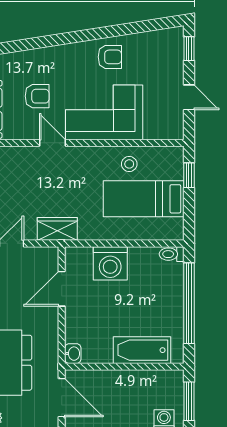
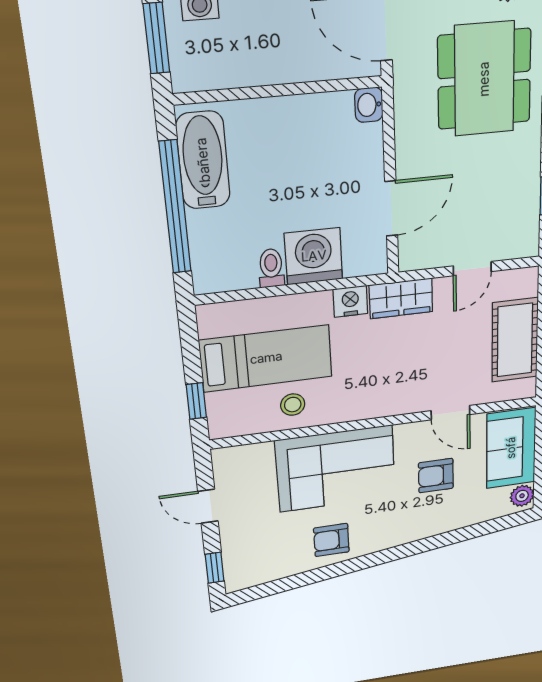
door: (52, 143) -> (450, 413), moved
nightstand: (89, 231) -> (350, 301), added
toilet: (172, 254) -> (271, 268), moved, turned -90
bathtub: (142, 350) -> (203, 160), moved, turned -90

